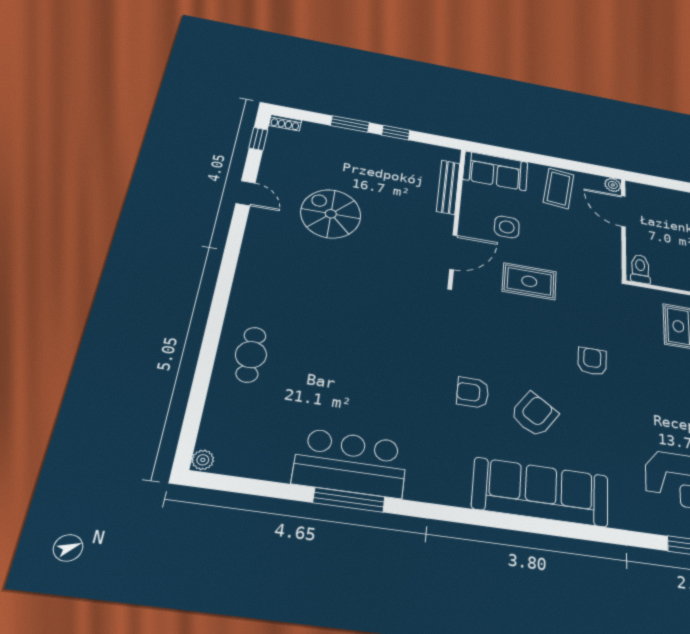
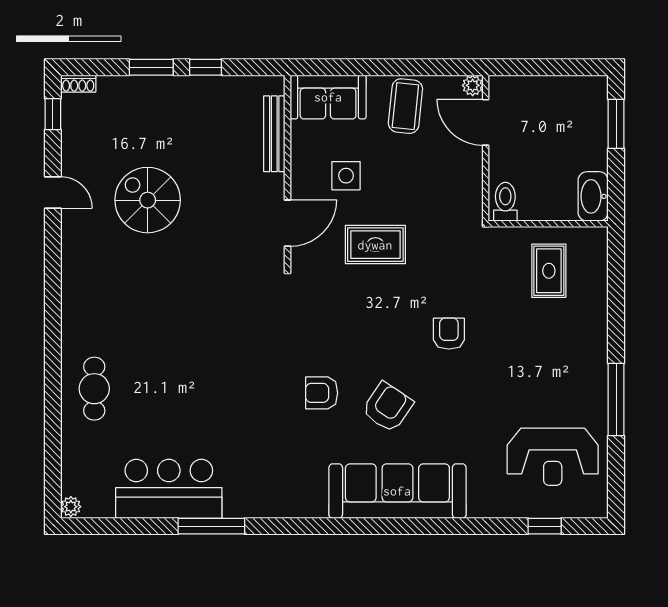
bar counter: (351, 463) -> (169, 489), moved

